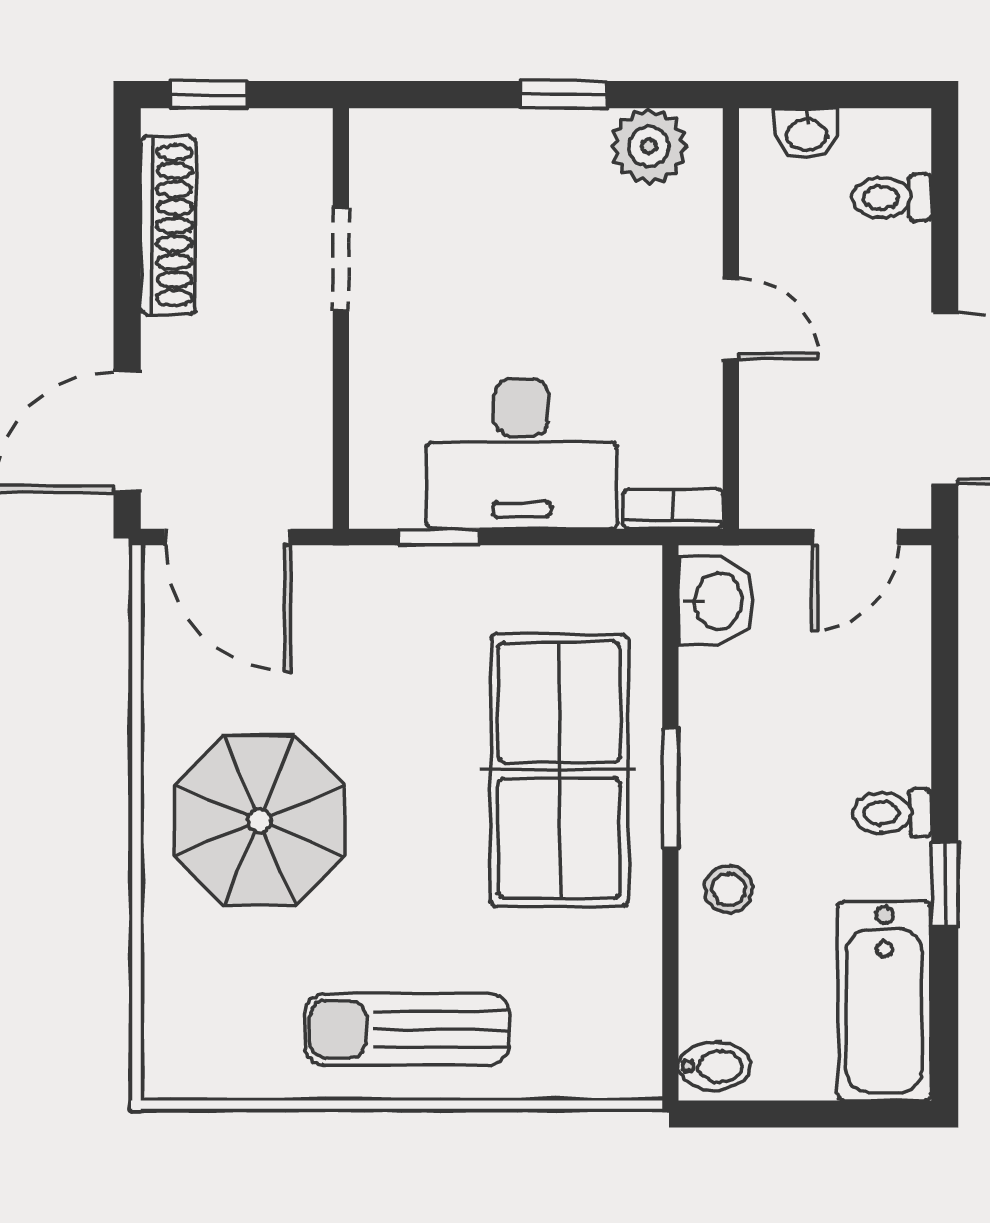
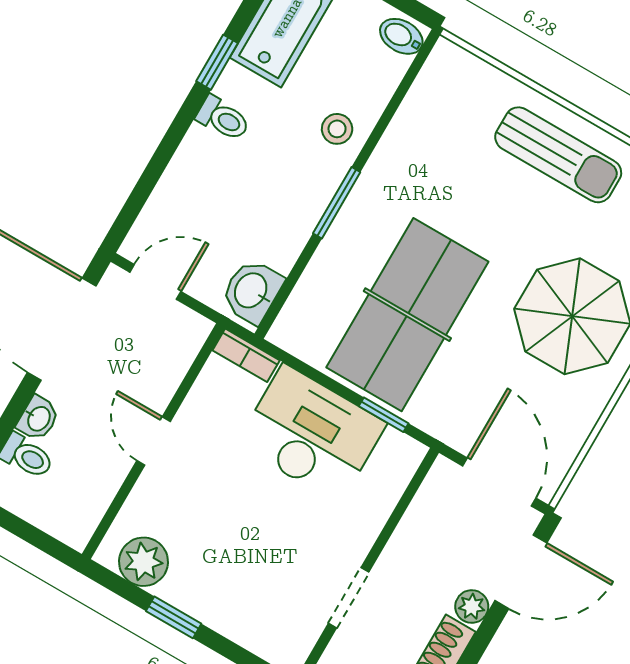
washbasin: (806, 133) -> (38, 418), moved, turned 90
plant: (166, 346) -> (472, 607), added
table tennis table: (559, 770) -> (407, 315), moved

